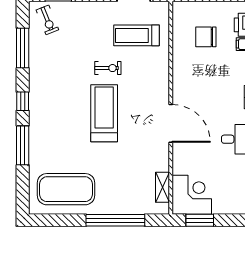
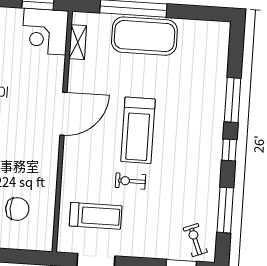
door: (171, 123) -> (63, 114), swing flipped
exercise mat: (66, 189) -> (144, 36), moved

